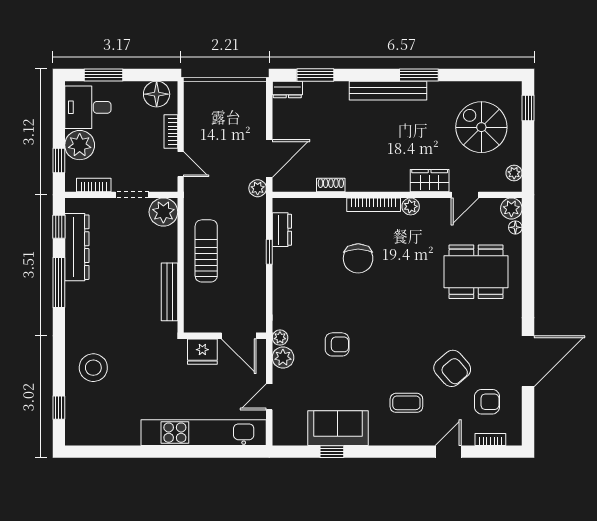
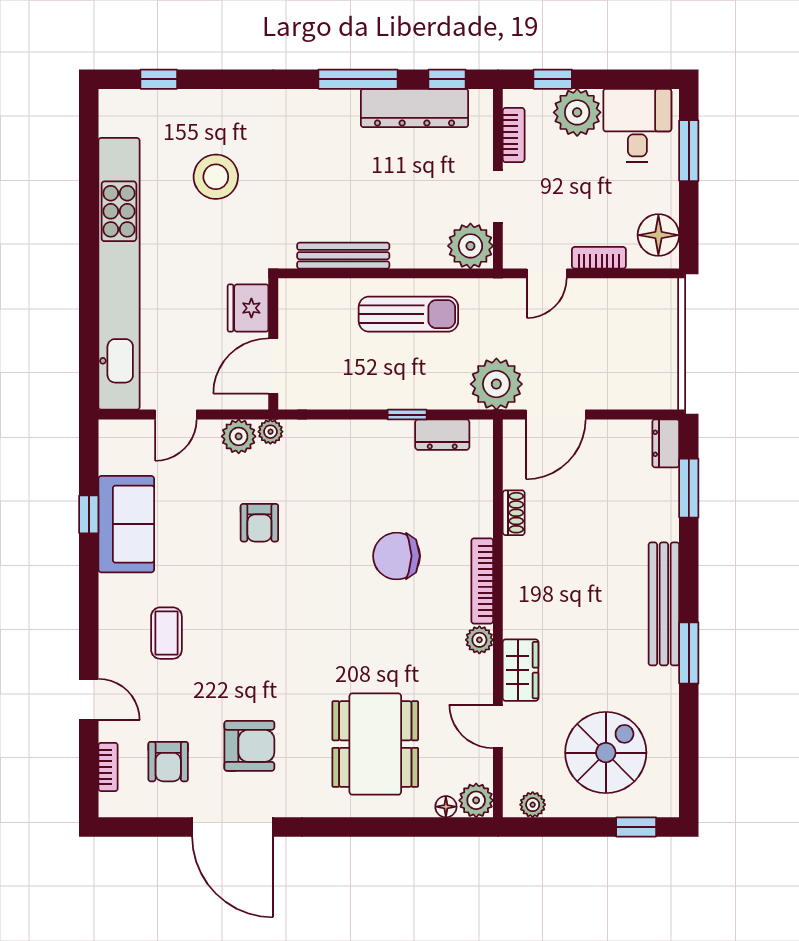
door: (269, 159) -> (556, 415), hinge flipped
plant: (258, 188) -> (496, 384), width x1.88, depth x1.88
stool: (93, 368) -> (216, 177), moved
armchair: (452, 368) -> (249, 746), moved, turned -139
door: (269, 397) -> (176, 415), swing flipped
kitchen unit: (204, 433) -> (119, 274), width x1.36

